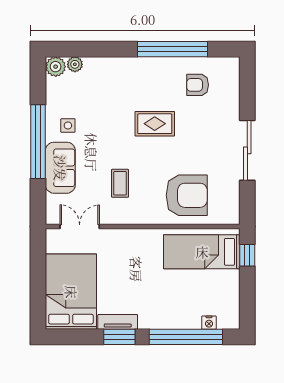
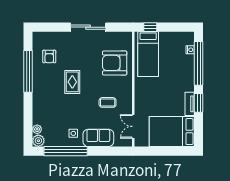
window: (38, 142) -> (66, 151), moved
armchair: (187, 195) -> (115, 63), turned -90

